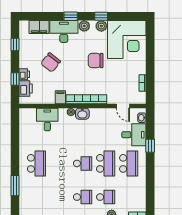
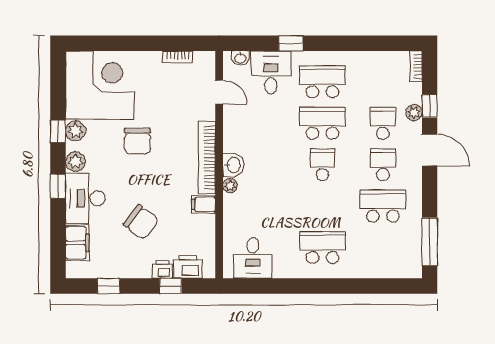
door: (123, 106) -> (219, 92), hinge flipped
desk: (47, 119) -> (253, 258), moved, turned -90
window: (15, 186) -> (362, 286), removed
school desk: (60, 197) -> (383, 206), added

